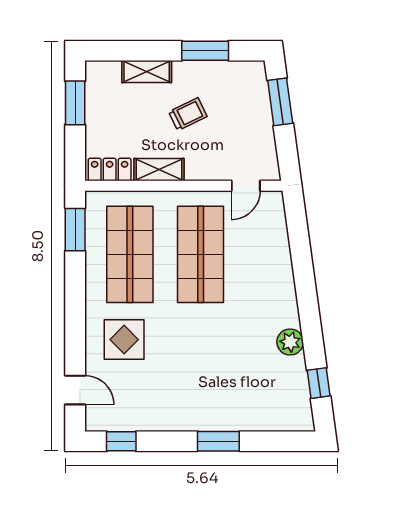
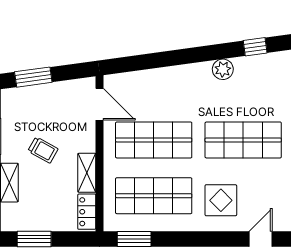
trolley: (188, 114) -> (43, 150), turned 145
door: (246, 186) -> (99, 104), width x1.38
shop shelf: (201, 368) -> (243, 140), added

